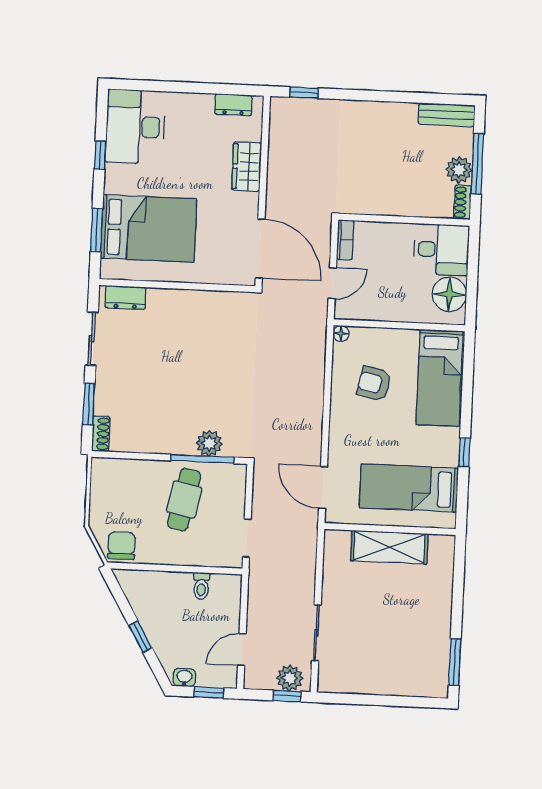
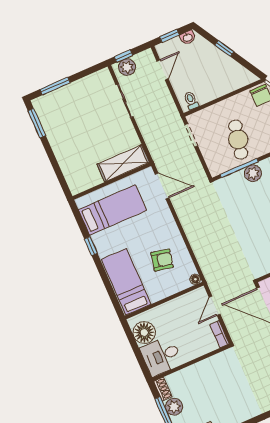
plant: (209, 443) -> (253, 173), moved
shelving: (389, 547) -> (123, 163), moved
toilet: (201, 586) -> (191, 100), moved
window: (404, 701) -> (55, 86), added

